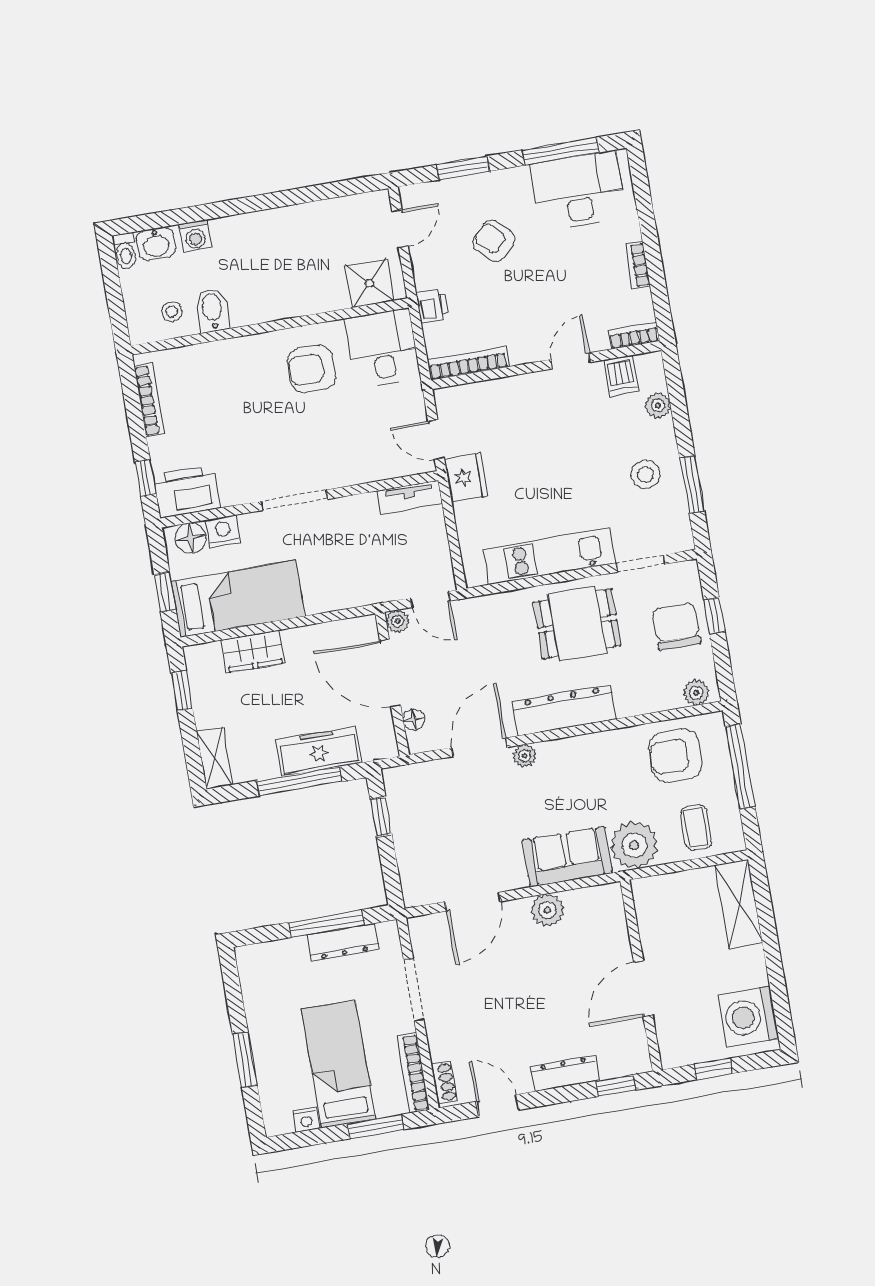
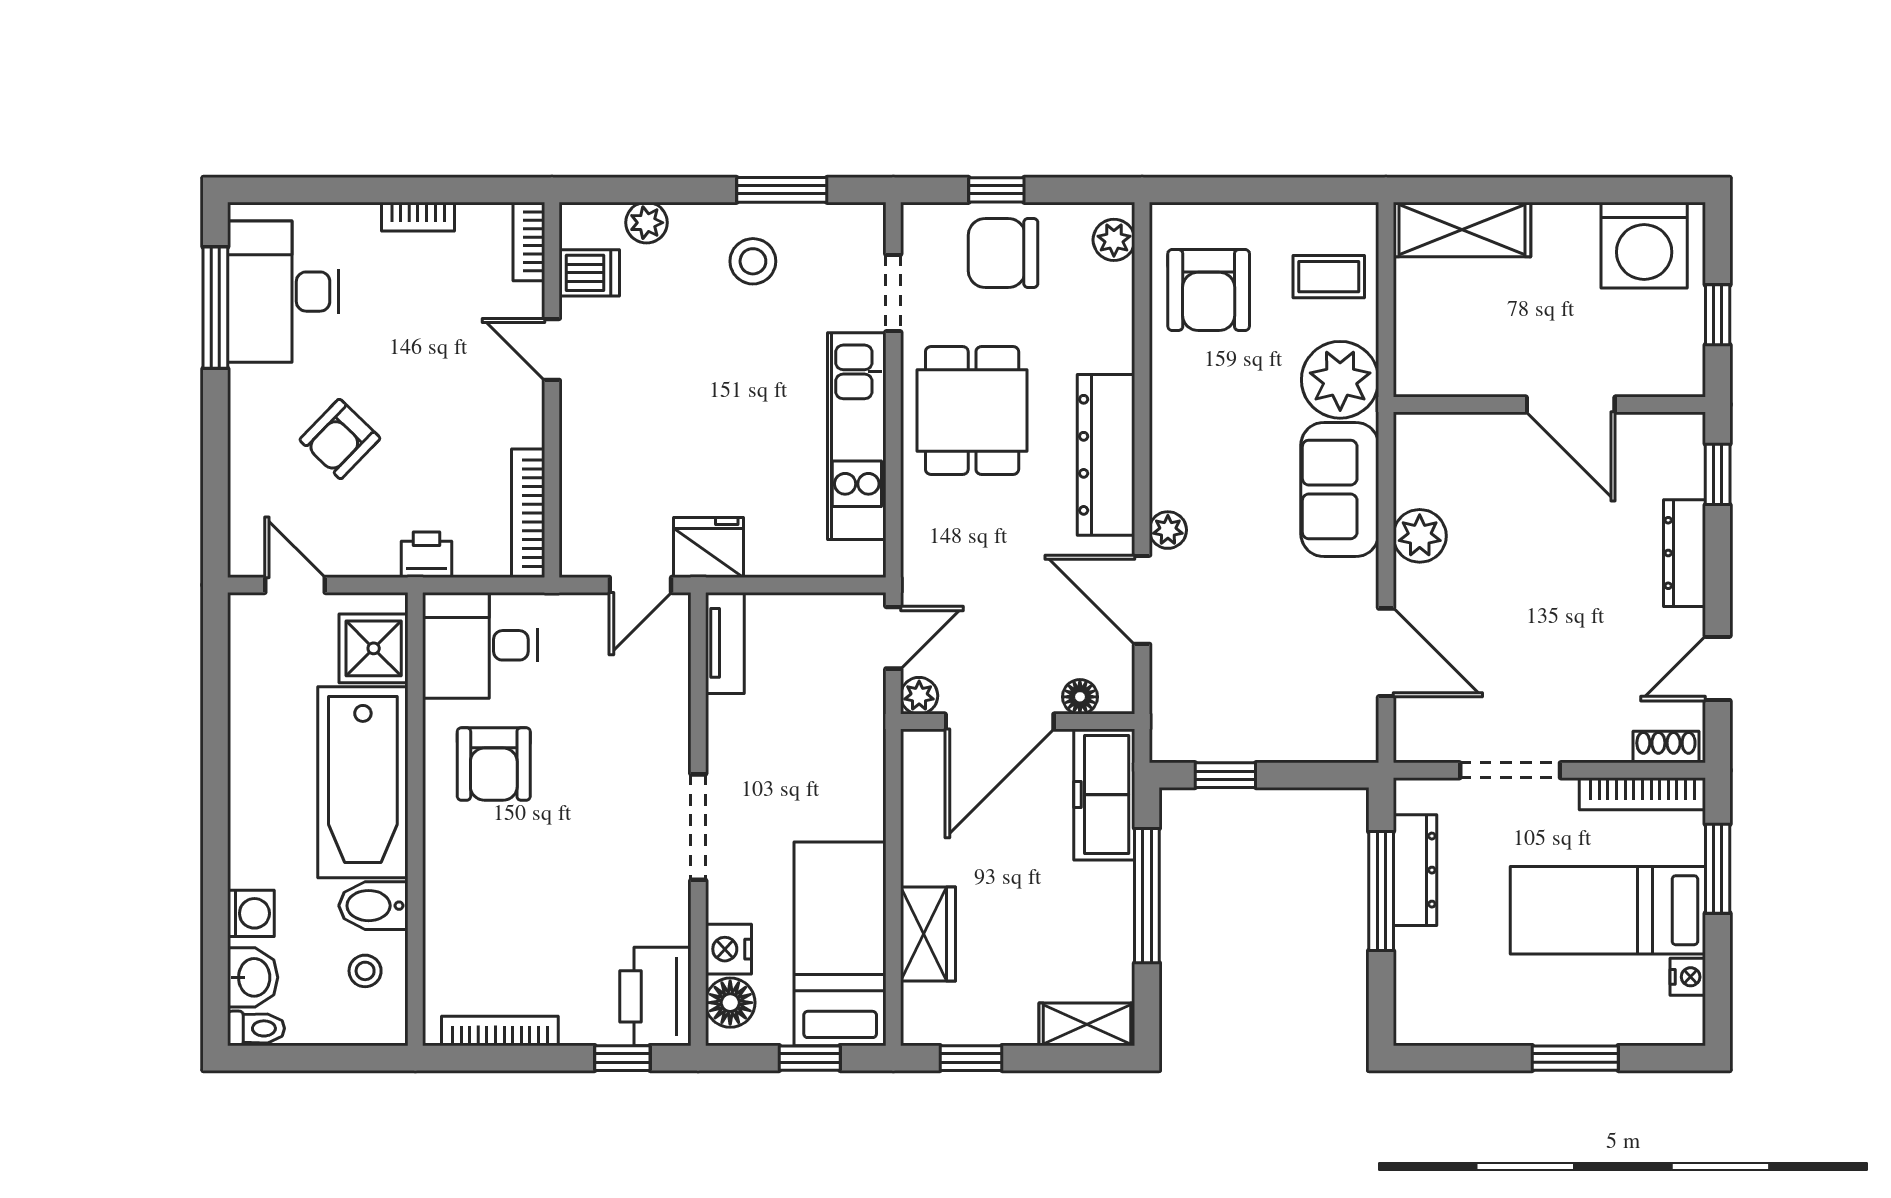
window: (463, 168) -> (215, 468), removed
bathtub: (287, 291) -> (363, 782), added
freezer: (319, 751) -> (1104, 795), moved
window: (740, 766) -> (1243, 190), removed

